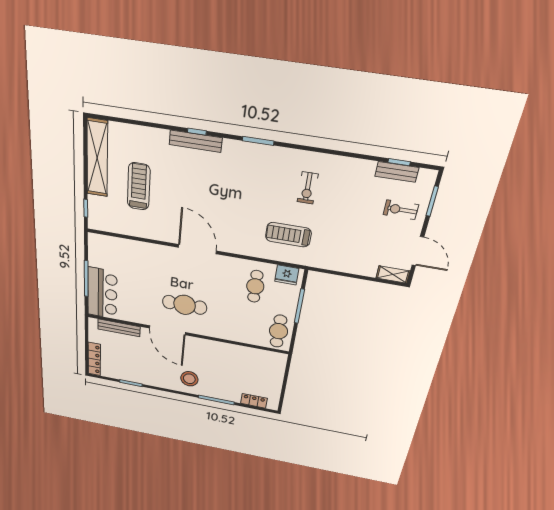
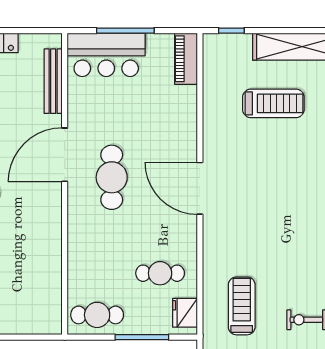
piano: (105, 243) -> (186, 59), added
door: (197, 249) -> (200, 188), swing flipped

